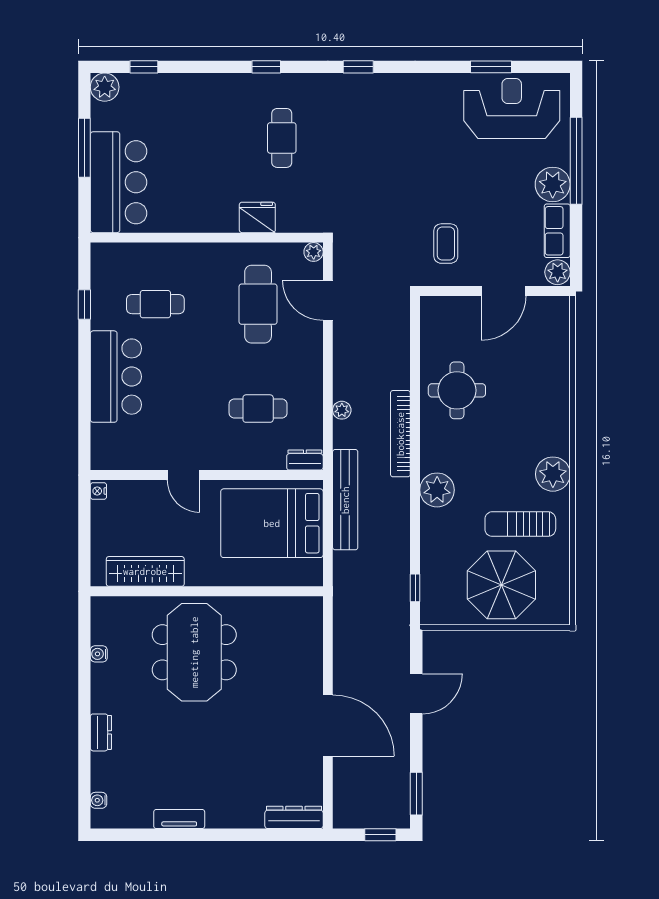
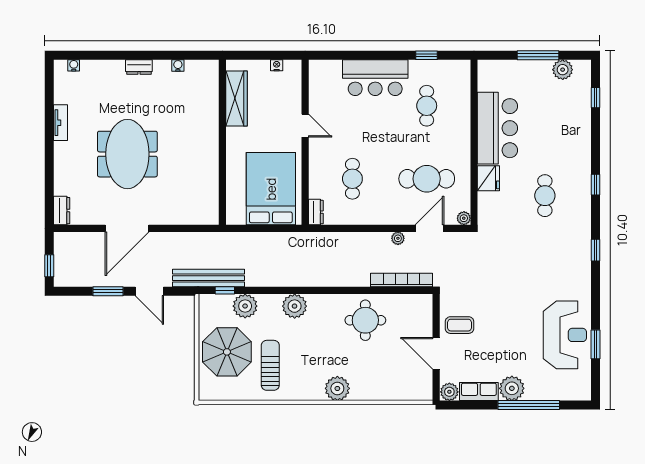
plant: (105, 87) -> (563, 70), moved
reception desk: (512, 108) -> (565, 335), moved
cafe table: (282, 138) -> (545, 196), turned 90
bar counter: (119, 182) -> (497, 128), moved, turned -90
coffee table: (446, 244) -> (460, 325), moved
plant: (342, 410) -> (398, 238), moved
bookcase: (400, 434) -> (402, 280), moved
plant: (553, 474) -> (337, 388), moved
door: (183, 475) -> (305, 126), swing flipped
nightstand: (98, 491) -> (277, 65), moved
bench: (345, 500) -> (209, 278), moved
plant: (437, 559) -> (245, 306), added
meeting table: (194, 652) -> (127, 154), moved, turned 90
dresser: (101, 732) -> (139, 67), moved
window: (416, 794) -> (108, 291), moved
dresser: (294, 817) -> (62, 211), width x0.70

